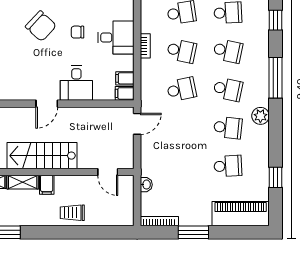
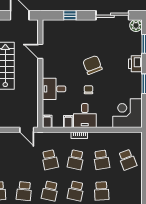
chair: (41, 26) -> (92, 65), turned 116
filing cabinet: (125, 78) -> (68, 122), moved
door: (47, 104) -> (40, 51), moved

